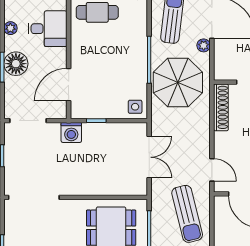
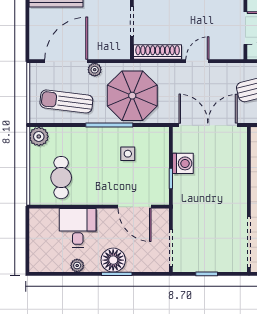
side table: (135, 107) -> (128, 154), moved
washing machine: (71, 132) -> (183, 163), moved
double door: (149, 157) -> (208, 125), width x1.37
door: (212, 170) -> (197, 61), moved

